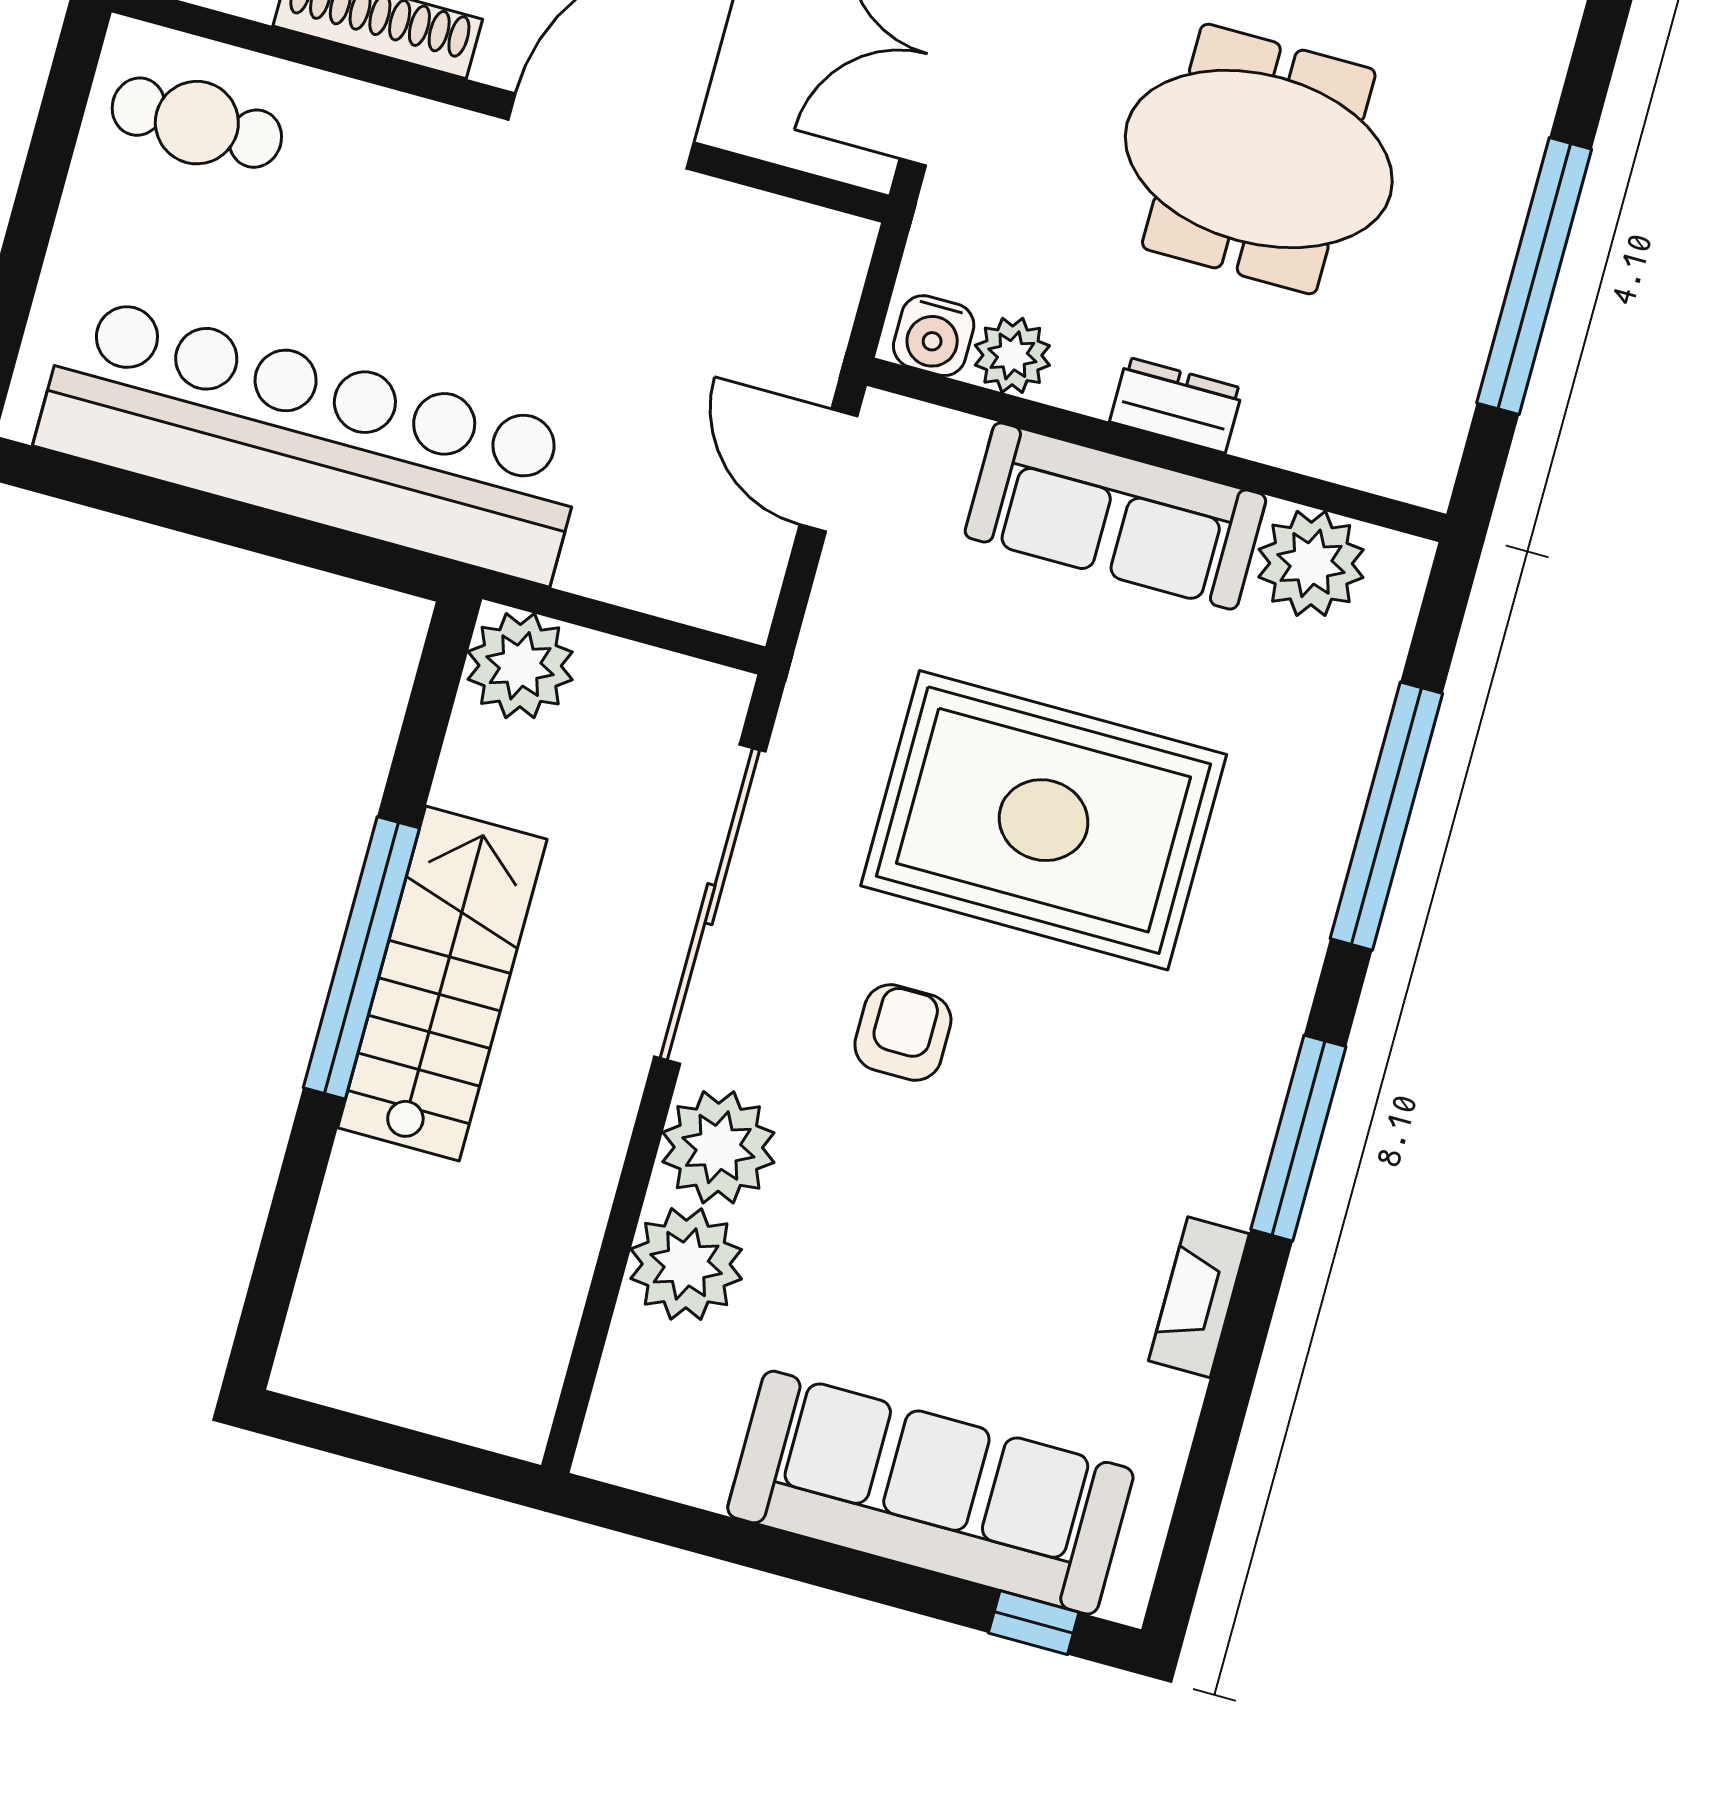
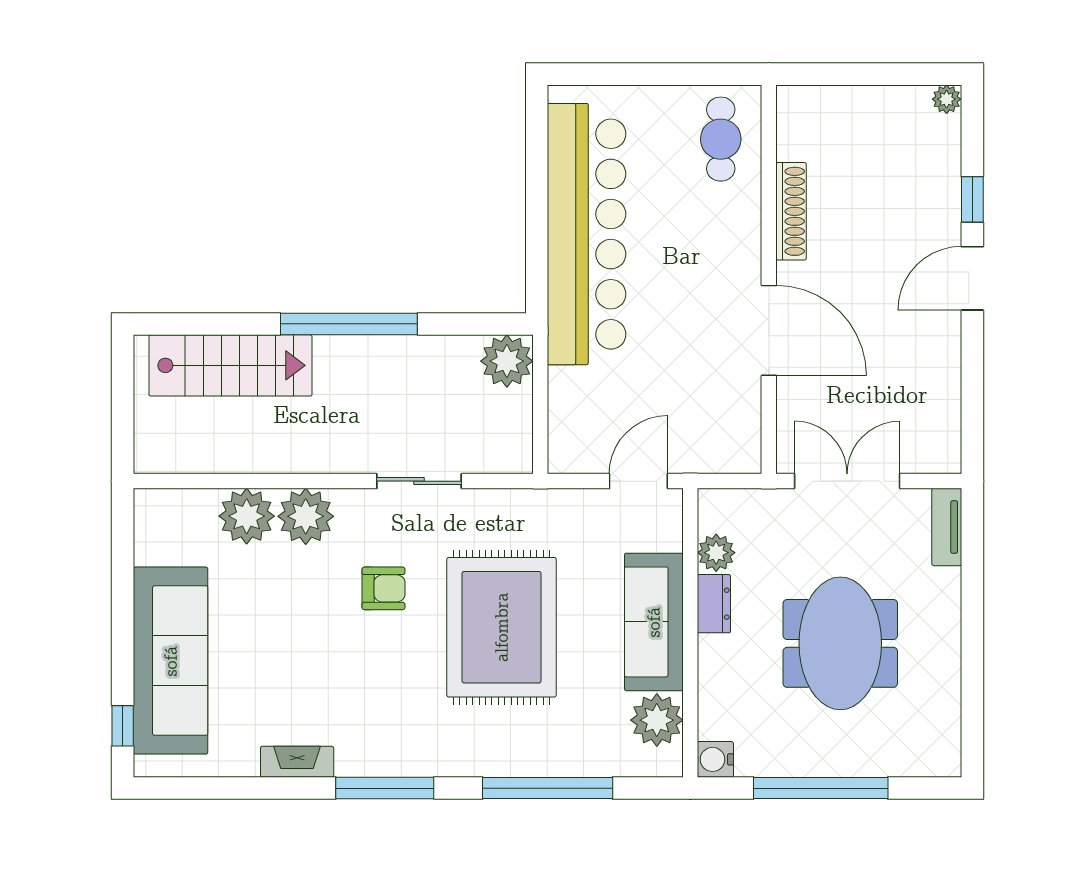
water cooler: (934, 336) -> (715, 759), moved
dresser: (1176, 405) -> (714, 604), moved
sliding door: (710, 904) -> (419, 481), width x0.54
stairs: (442, 984) -> (231, 365), moved

